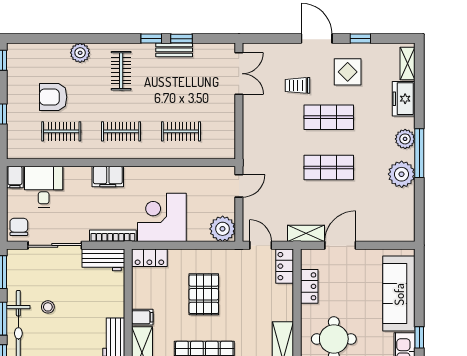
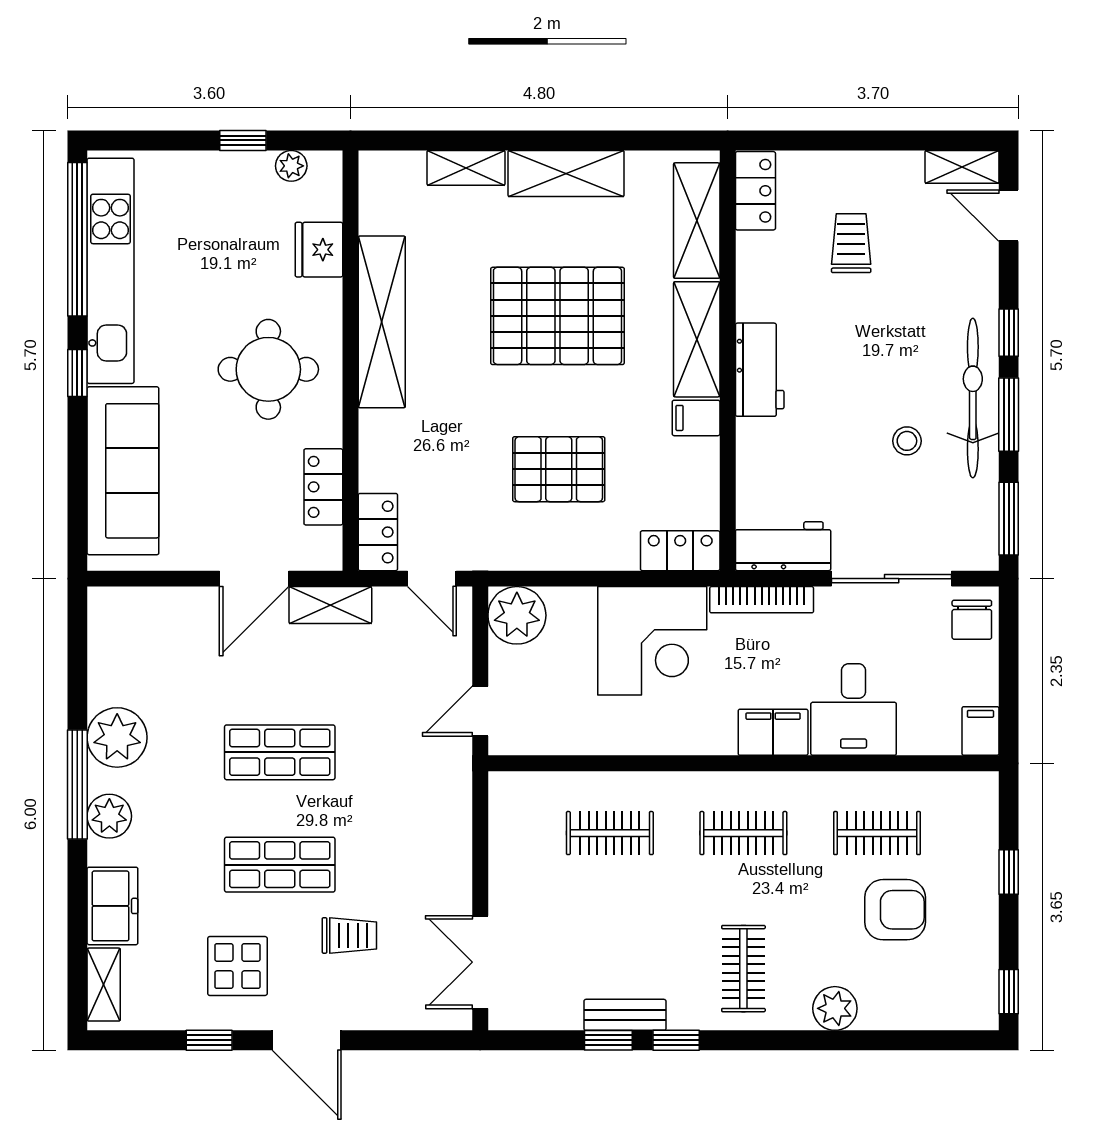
desk: (44, 187) -> (854, 709), moved
pallet: (204, 294) -> (559, 469), turned 90

